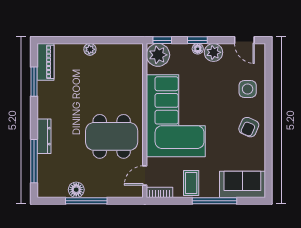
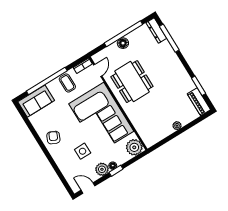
window: (162, 40) -> (137, 158), removed
side table: (248, 89) -> (83, 151), moved
dresser: (44, 136) -> (156, 30), moved
dining table: (112, 136) -> (132, 82), turned 90
floor lamp: (76, 190) -> (123, 43), moved
window: (86, 201) -> (123, 34), width x1.46
window: (215, 201) -> (47, 81), width x1.46

